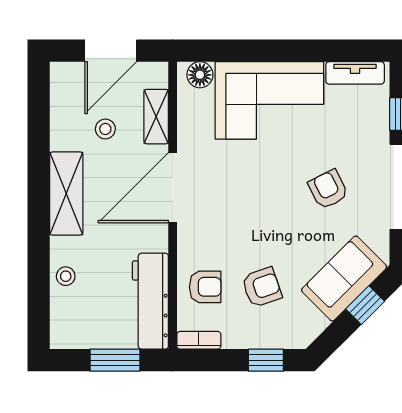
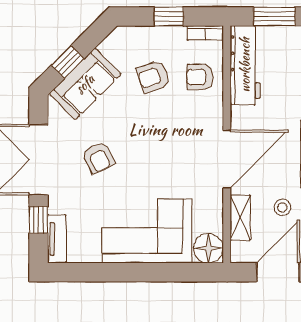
tv unit: (355, 73) -> (57, 239), moved, turned 90
floor lamp: (200, 75) -> (208, 248), width x1.38, depth x1.38
window: (266, 360) -> (169, 16), moved

